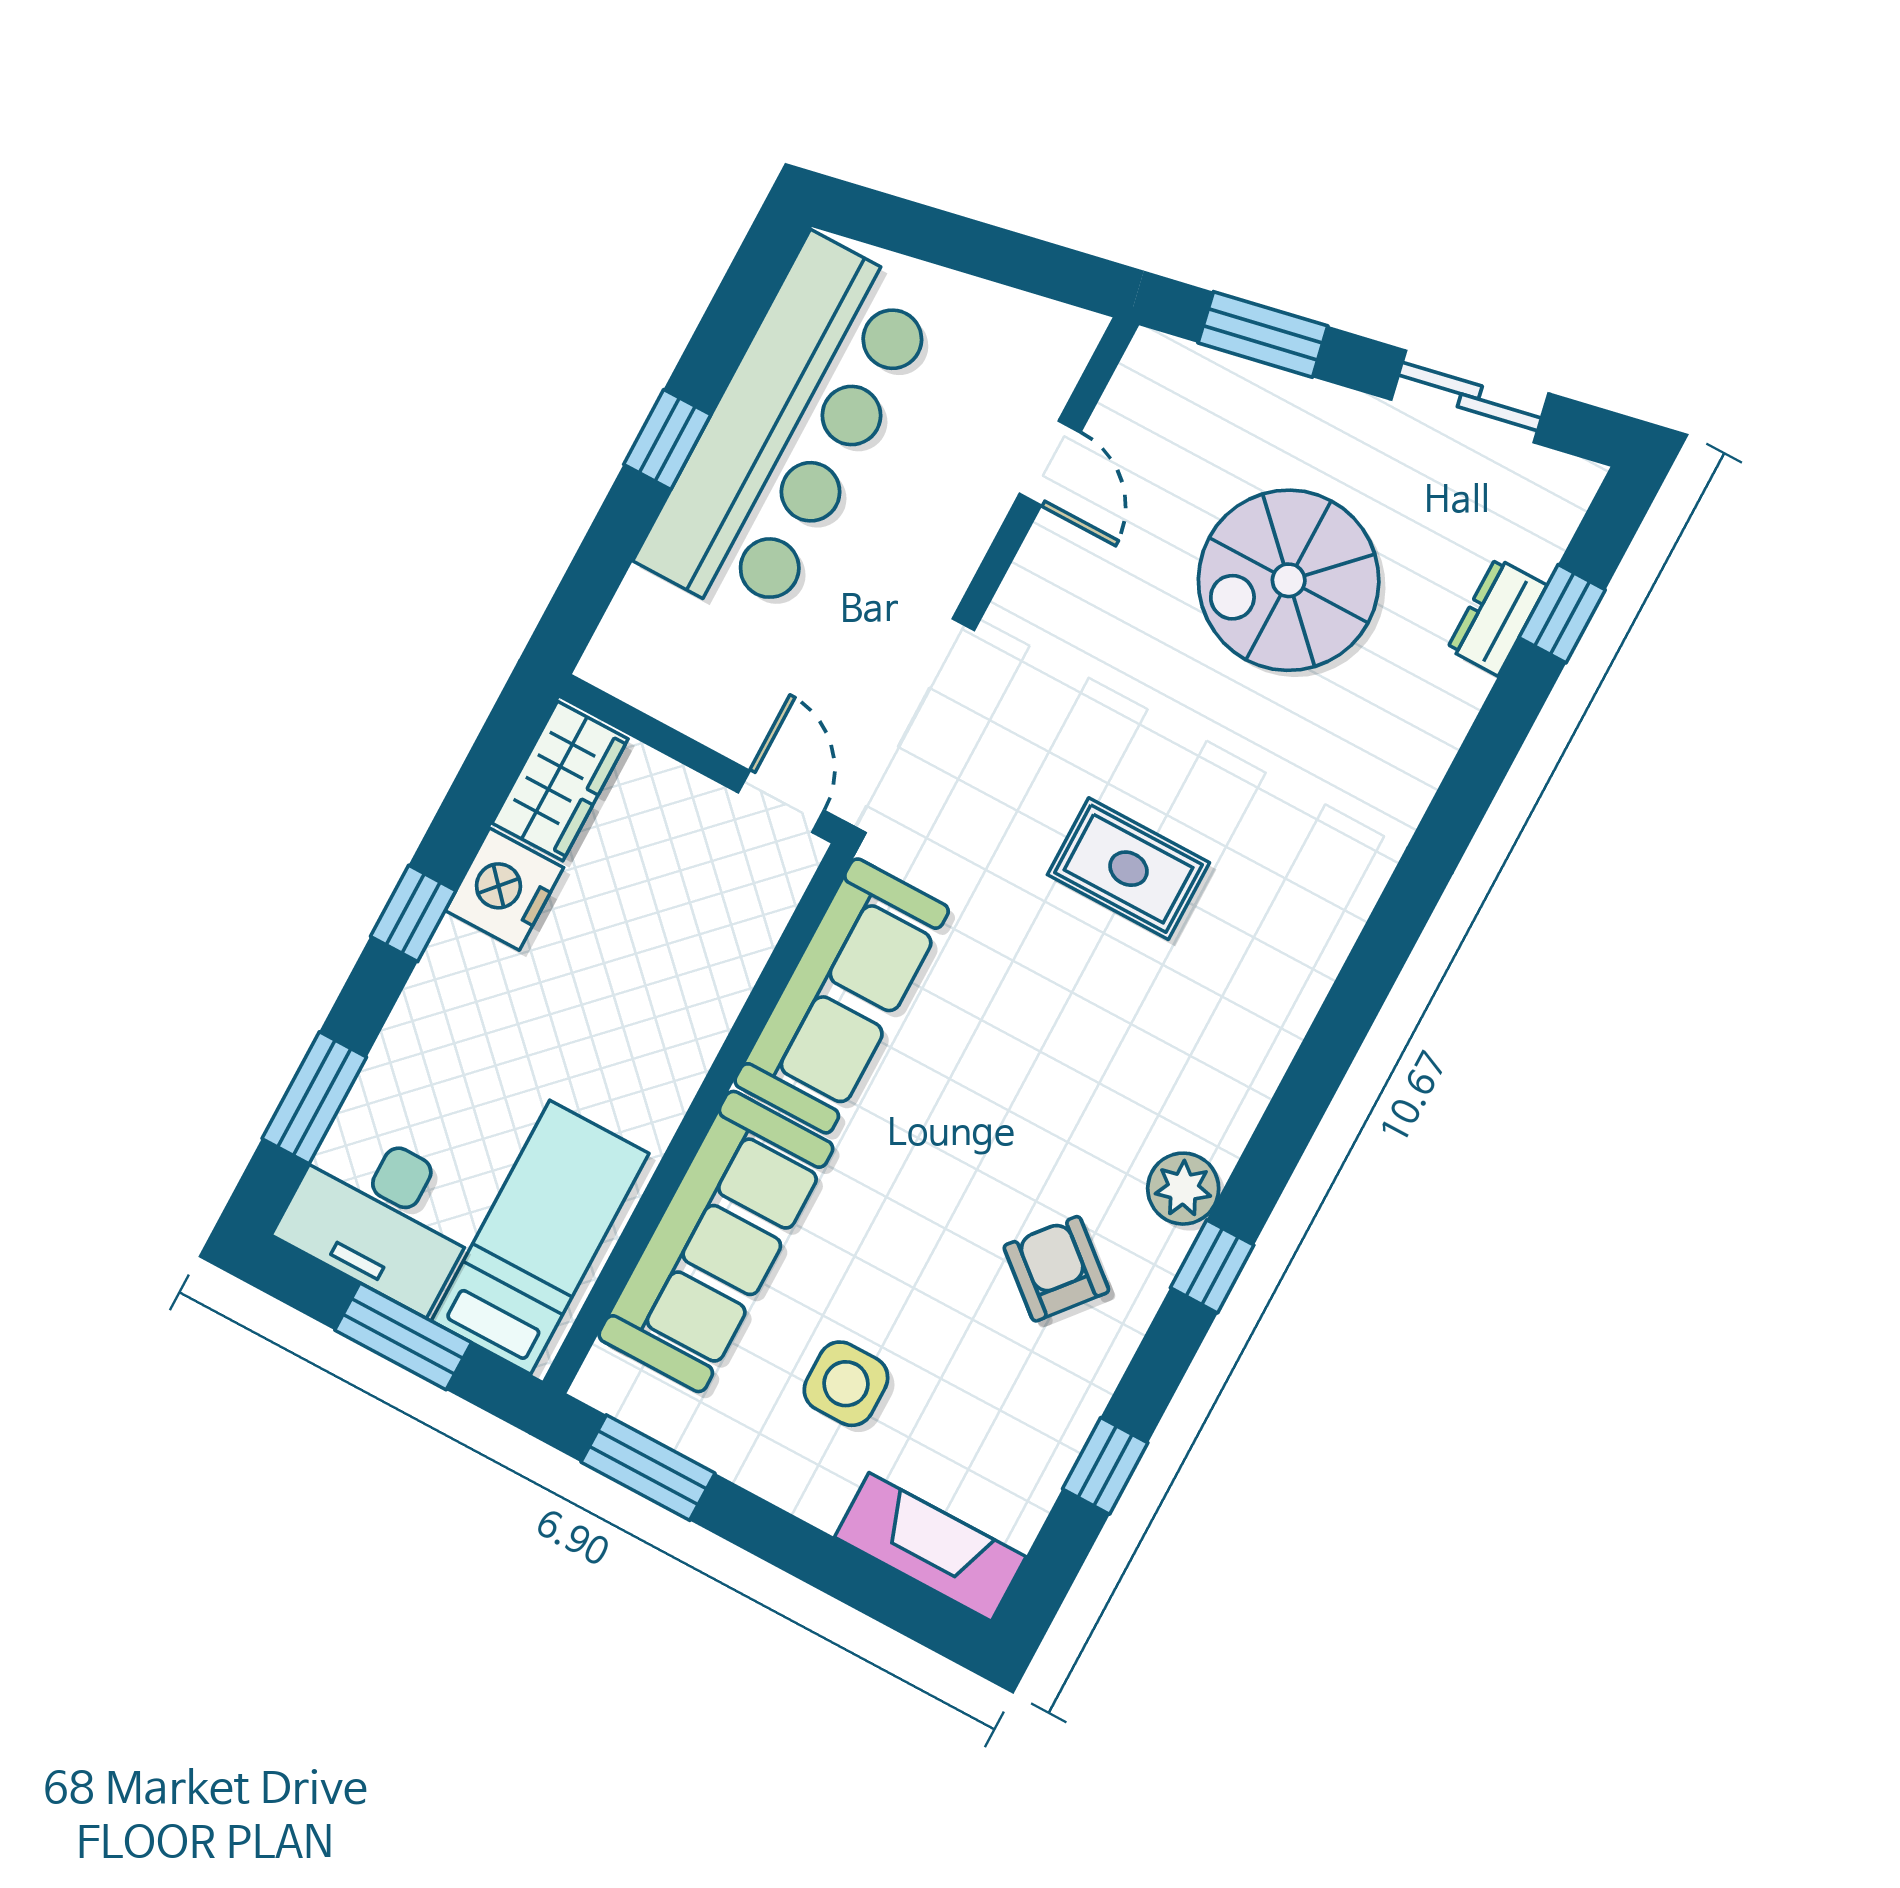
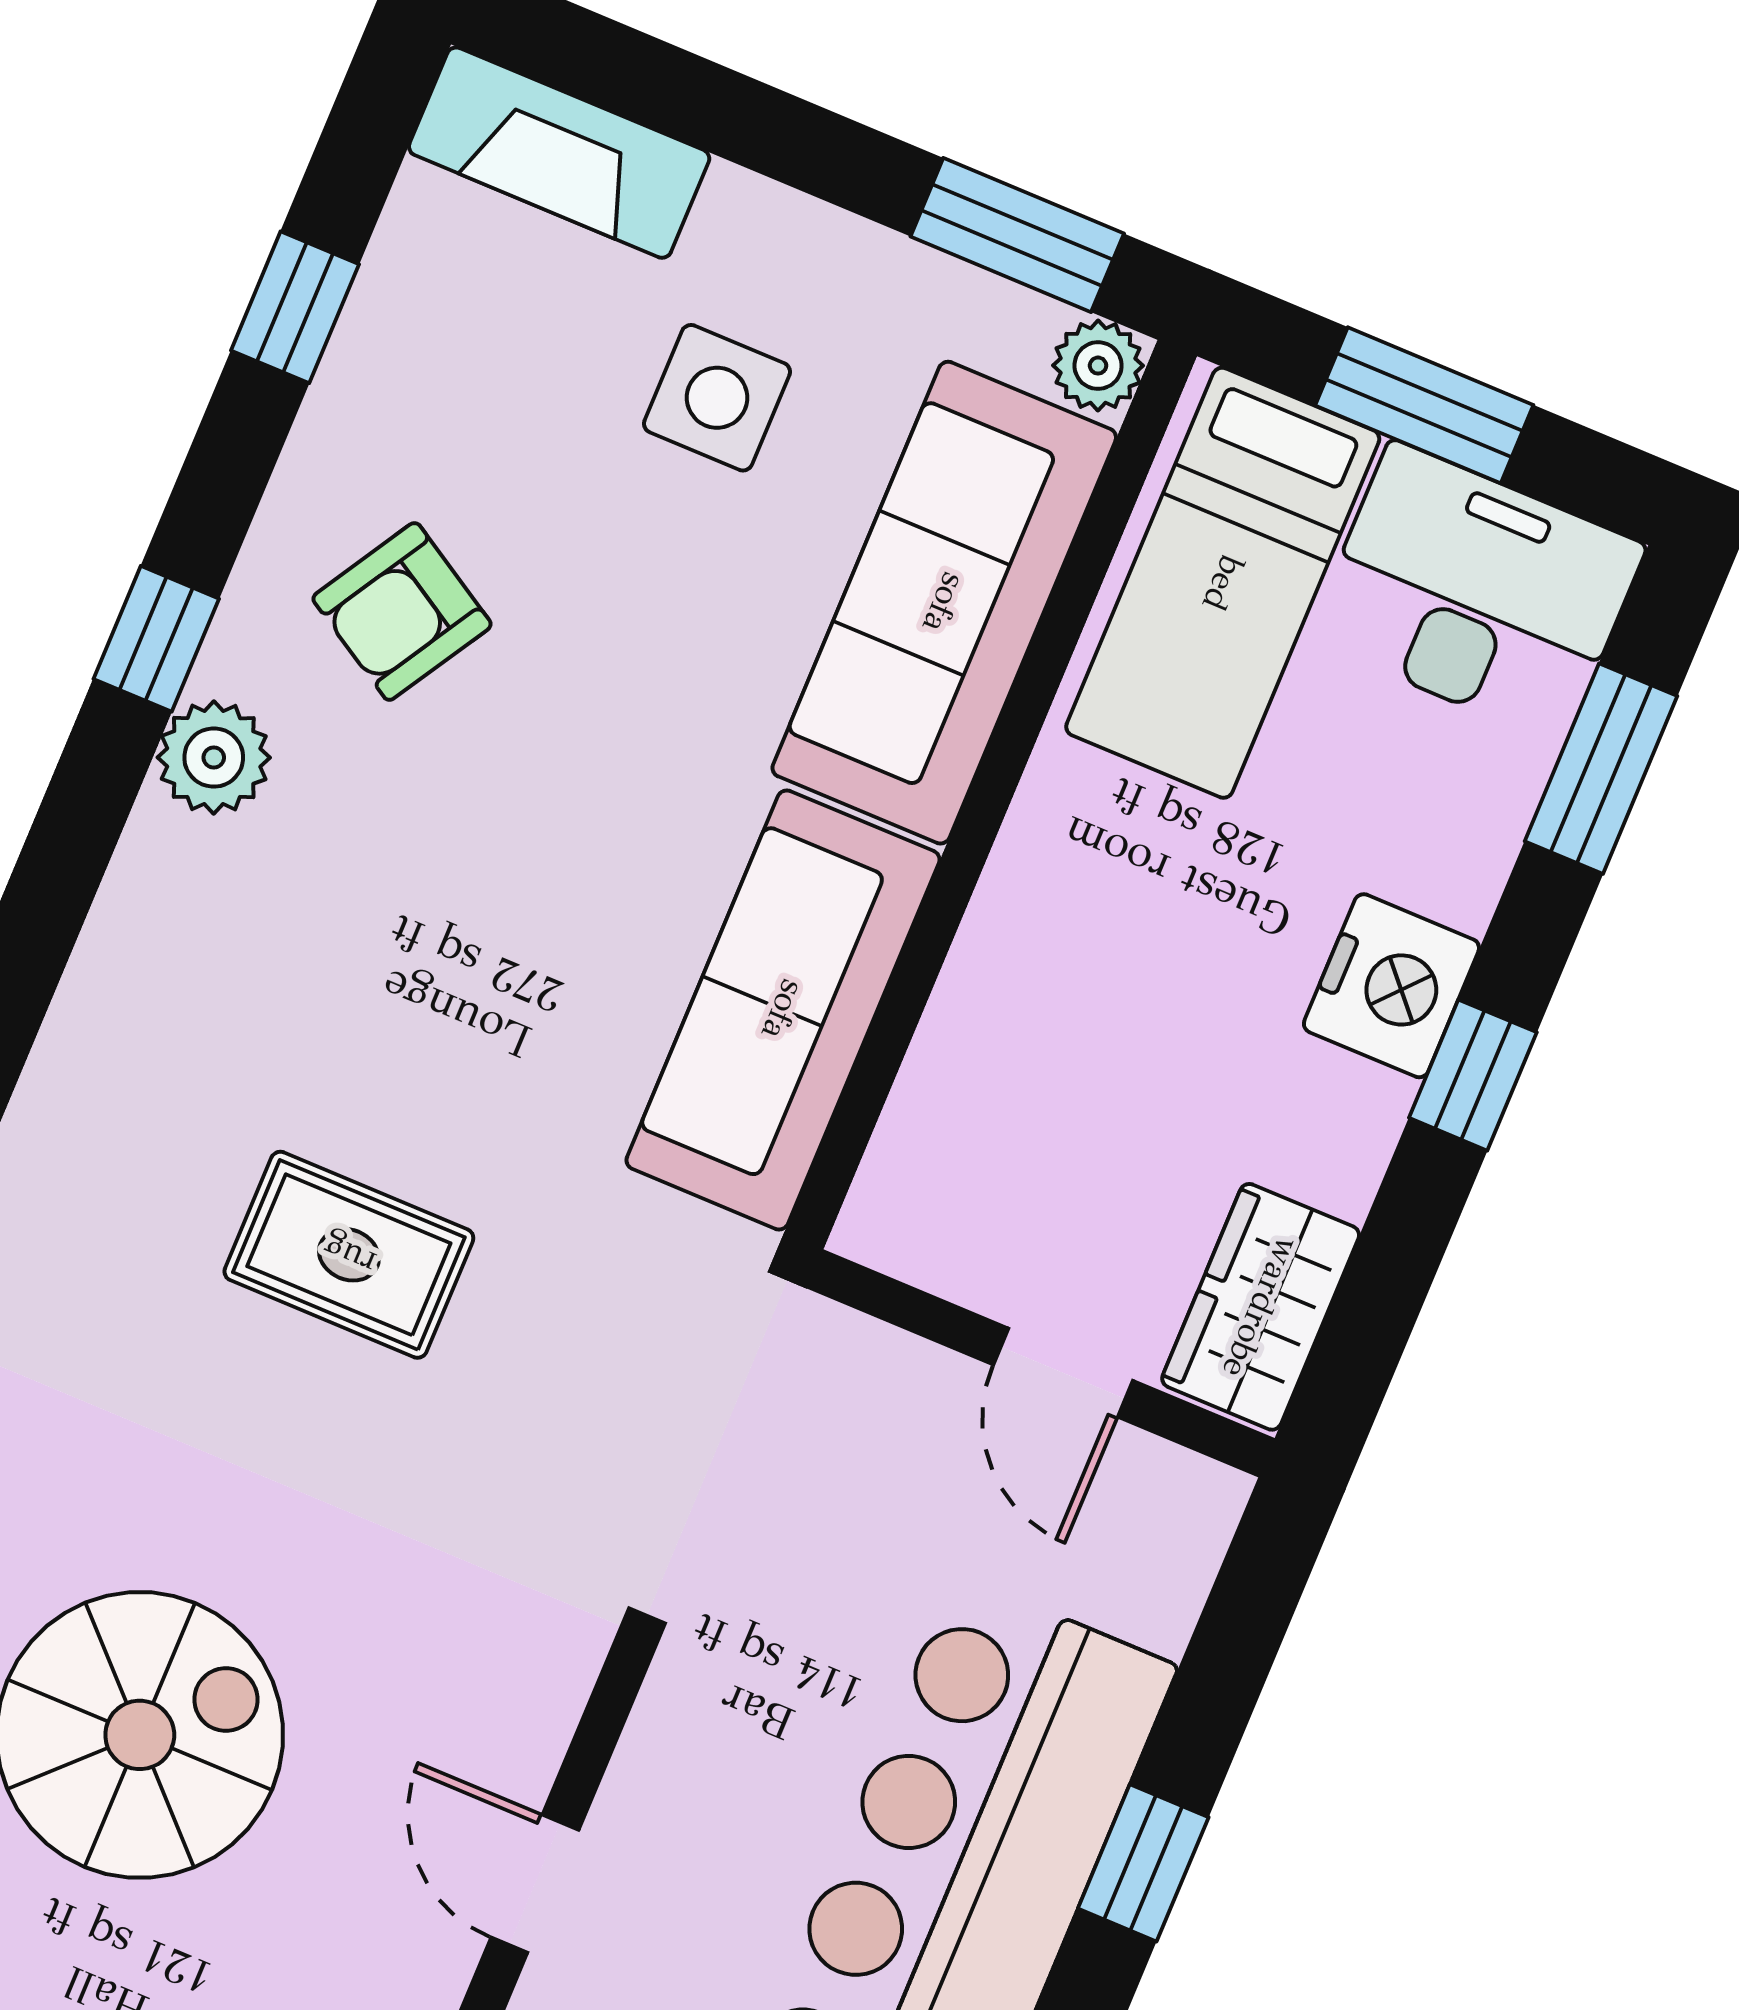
door: (781, 801) -> (1063, 1373), moved
nightstand: (504, 889) -> (1391, 986), moved
armchair: (1056, 1269) -> (402, 611), turned 81
plant: (605, 1381) -> (1098, 366), added

